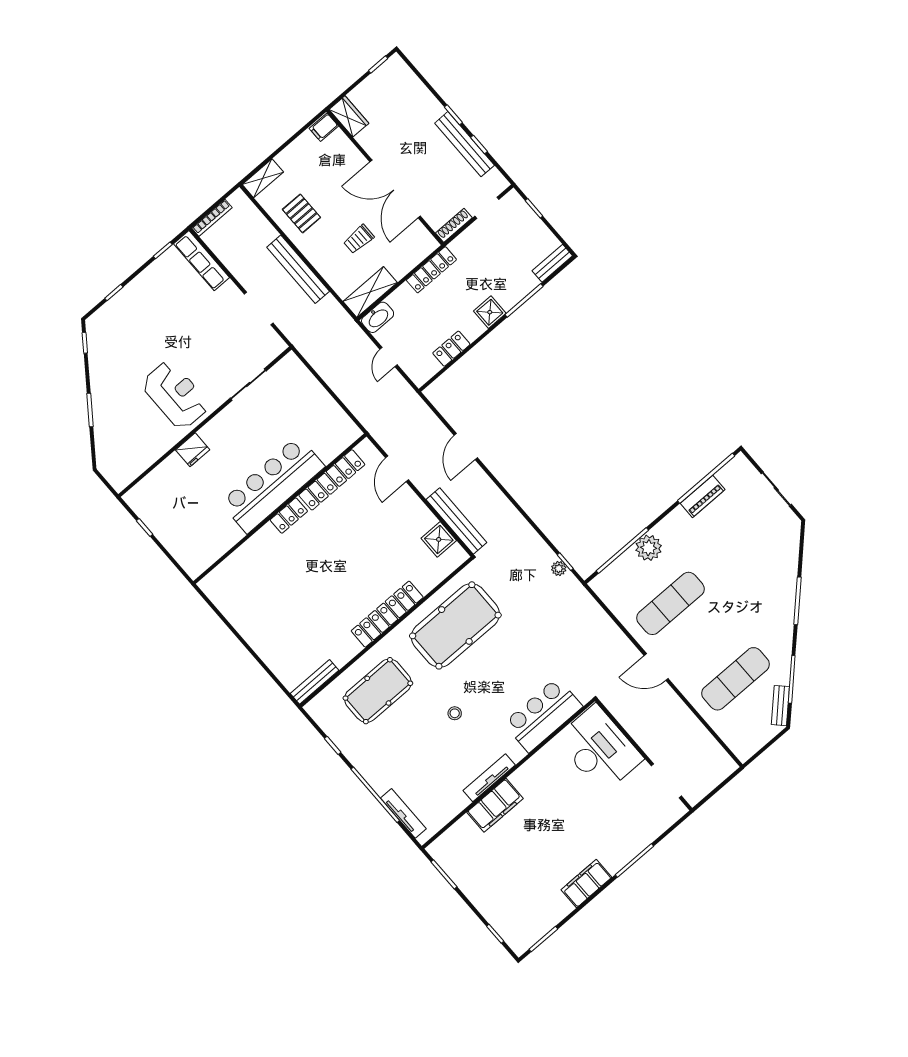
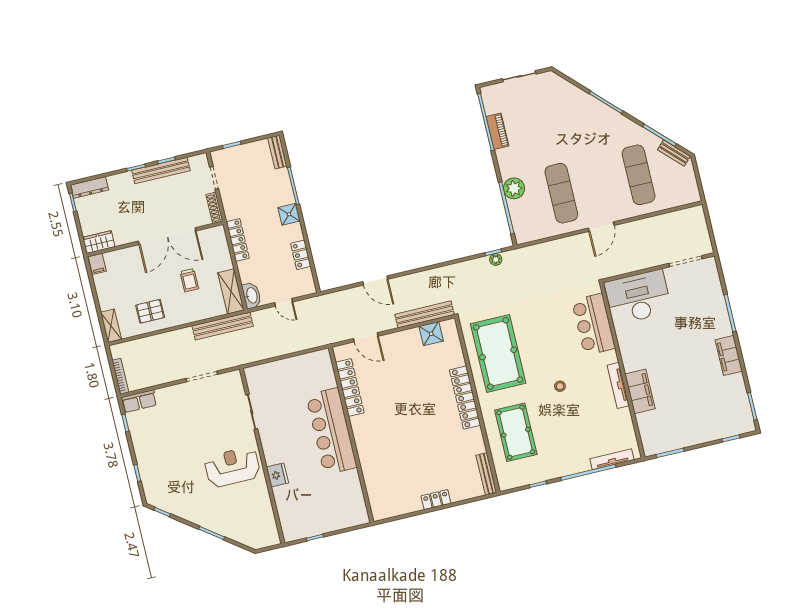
dresser: (404, 74) -> (89, 188), added
row of seats: (202, 261) -> (139, 401), width x0.68
bench: (298, 269) -> (223, 326), moved
locker: (289, 516) -> (436, 500), moved, turned -90

